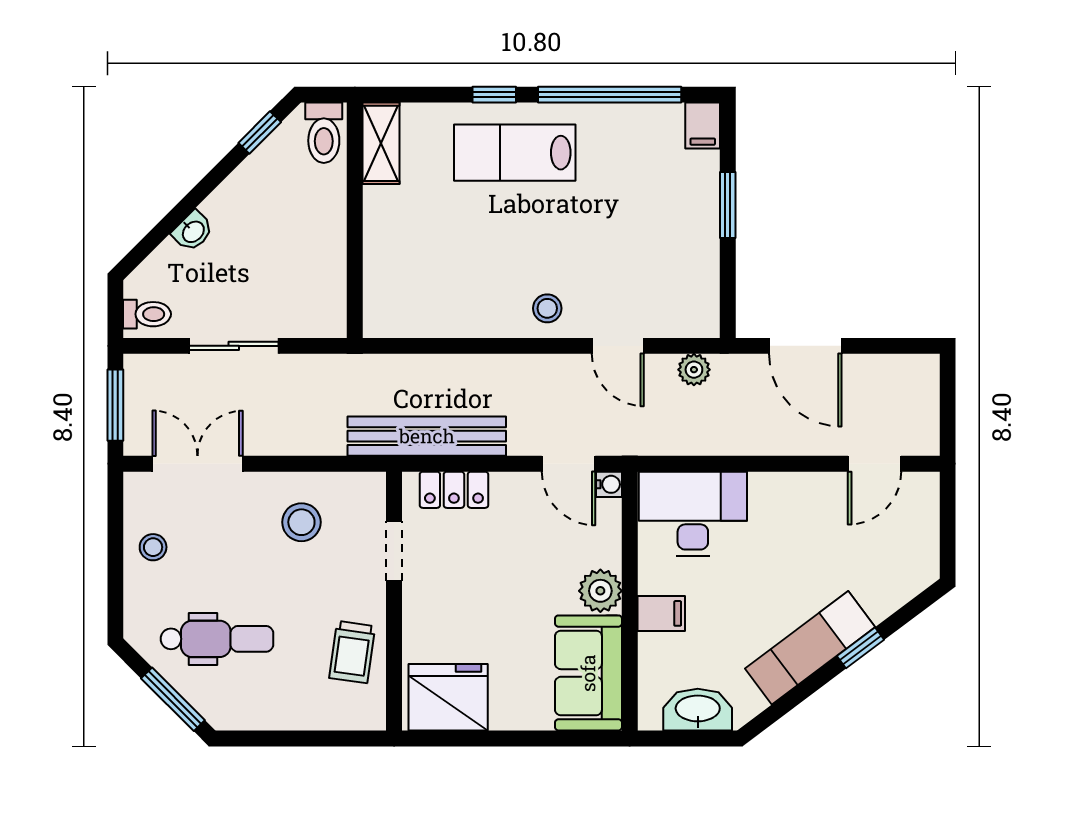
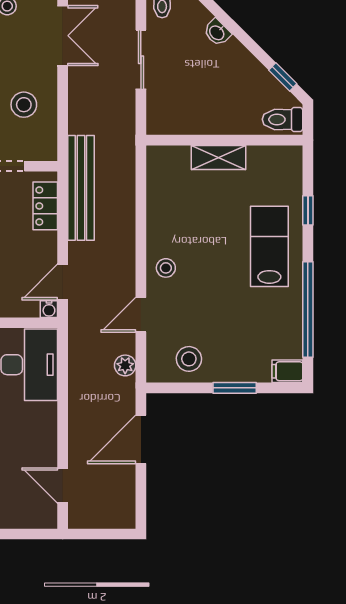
window: (494, 95) -> (308, 210), moved
shelving: (381, 143) -> (218, 158), moved
stool: (684, 274) -> (189, 359), added

